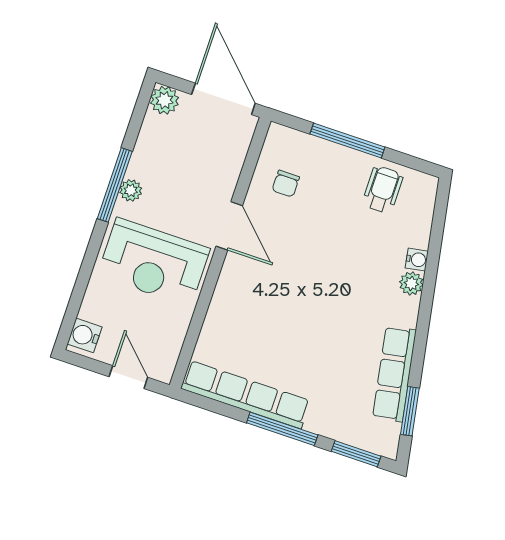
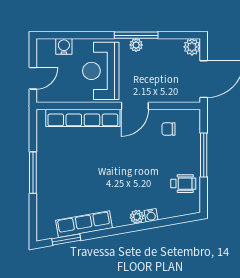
water cooler: (85, 335) -> (64, 46), moved
row of seats: (246, 395) -> (83, 118), moved, turned 90
window: (356, 454) -> (33, 218), removed

